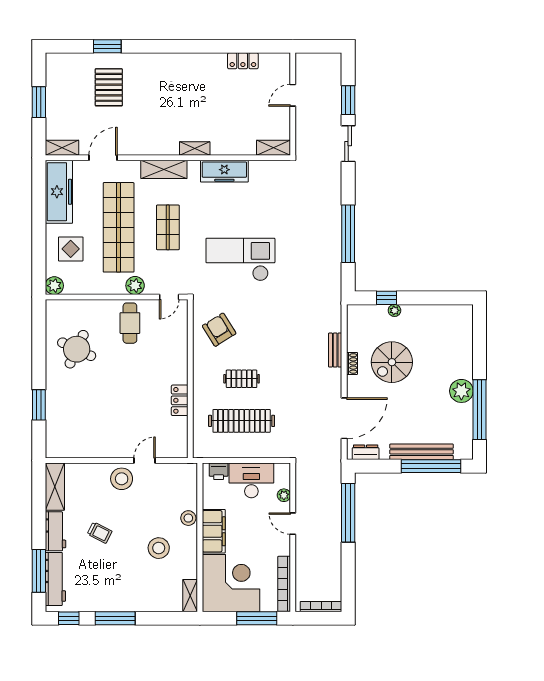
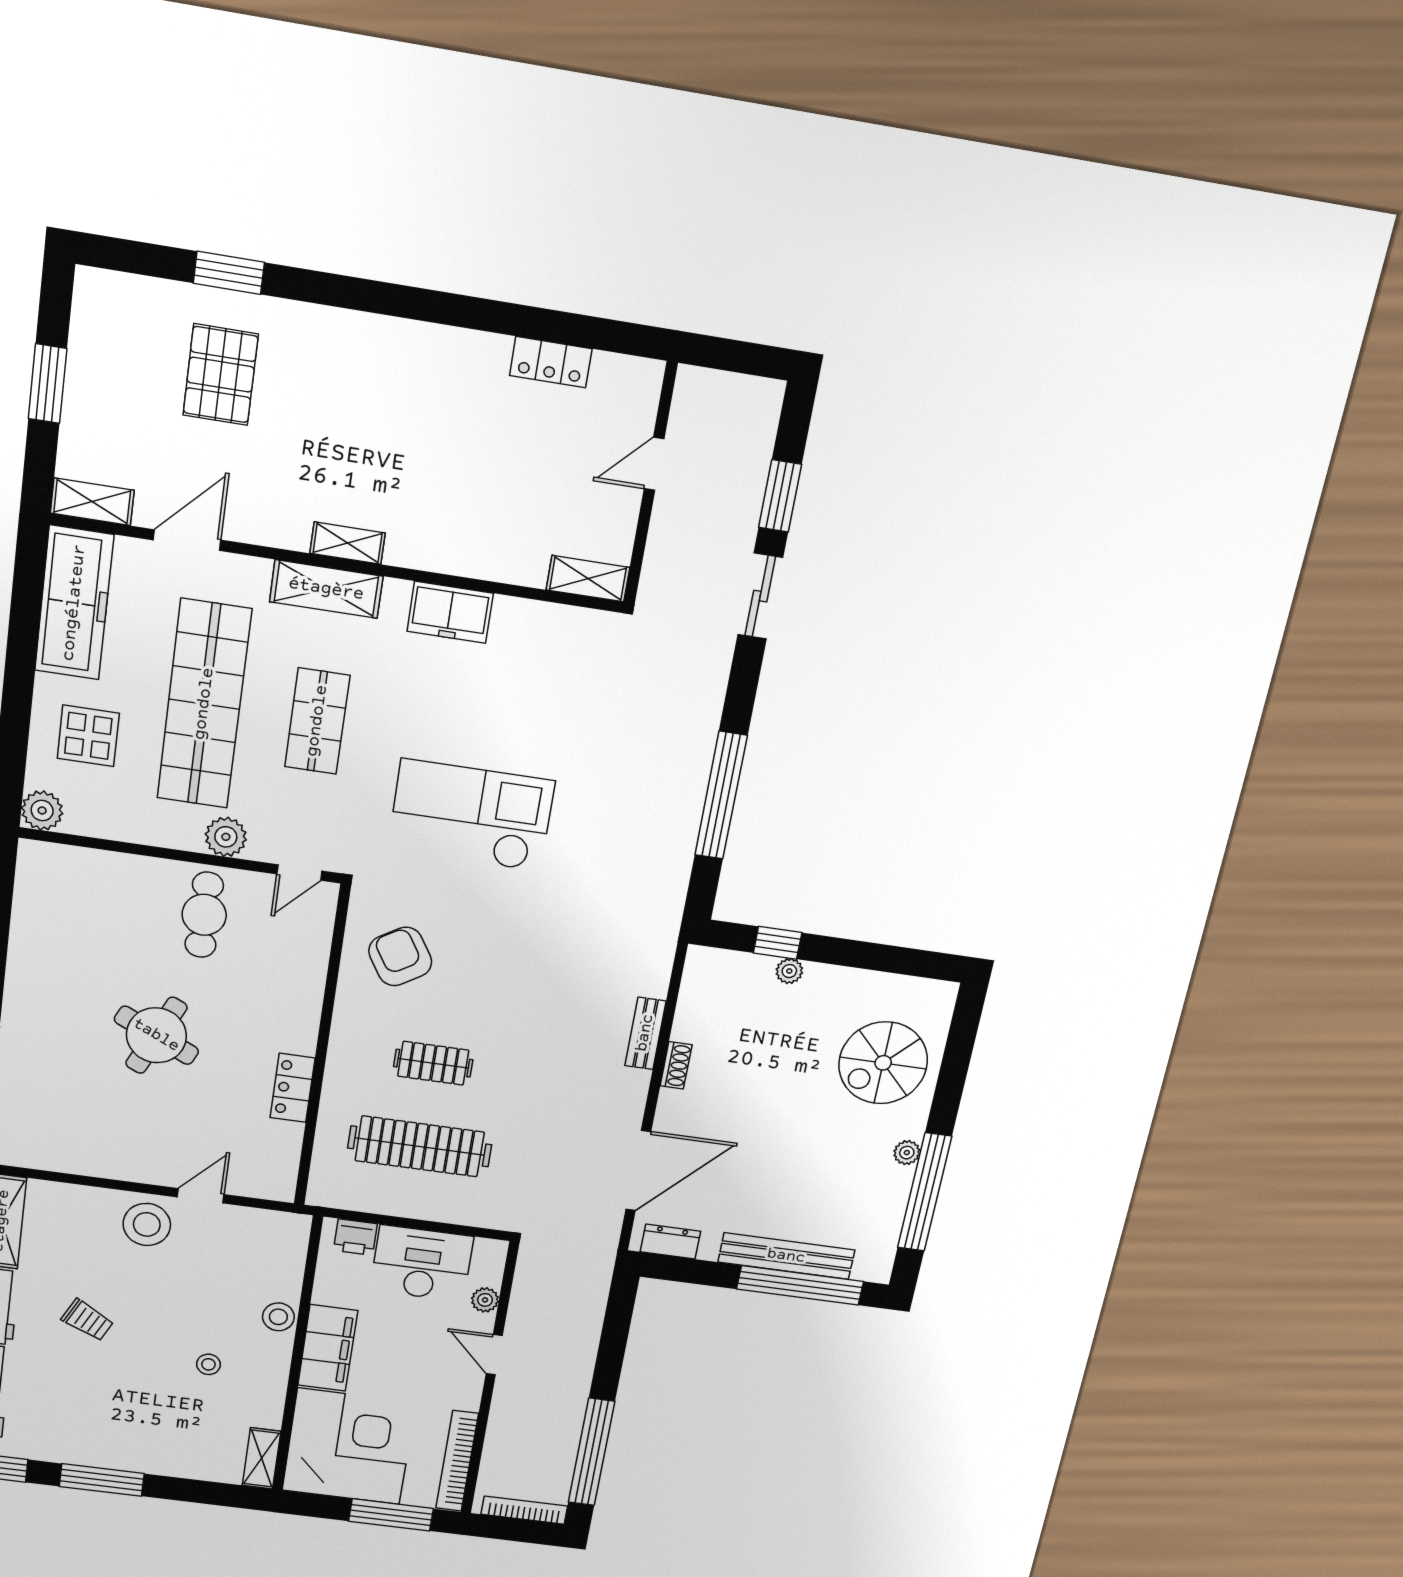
shelving: (195, 148) -> (348, 543), moved
freezer: (224, 171) -> (450, 612), width x0.71
round table: (77, 349) -> (156, 1035), moved
spiral stairs: (392, 362) -> (883, 1063), moved
plant: (461, 391) -> (907, 1153), width x0.53, depth x0.53
window: (348, 513) -> (591, 1452), moved
stool: (159, 548) -> (208, 1364), width x0.53, depth x0.53

